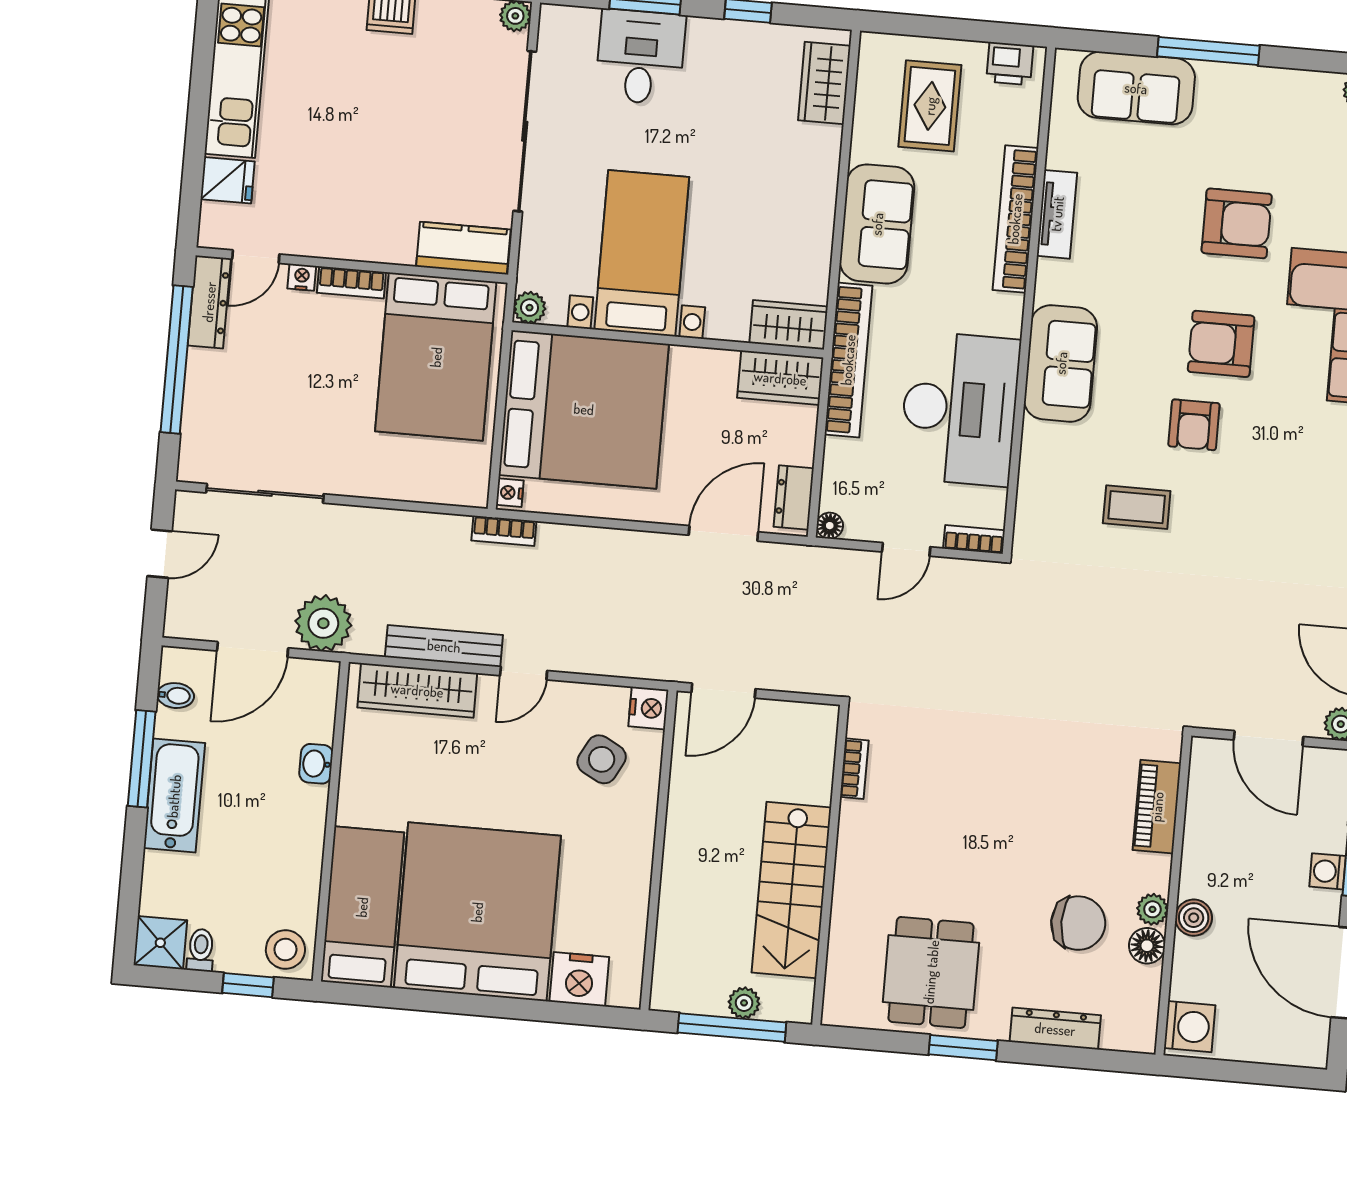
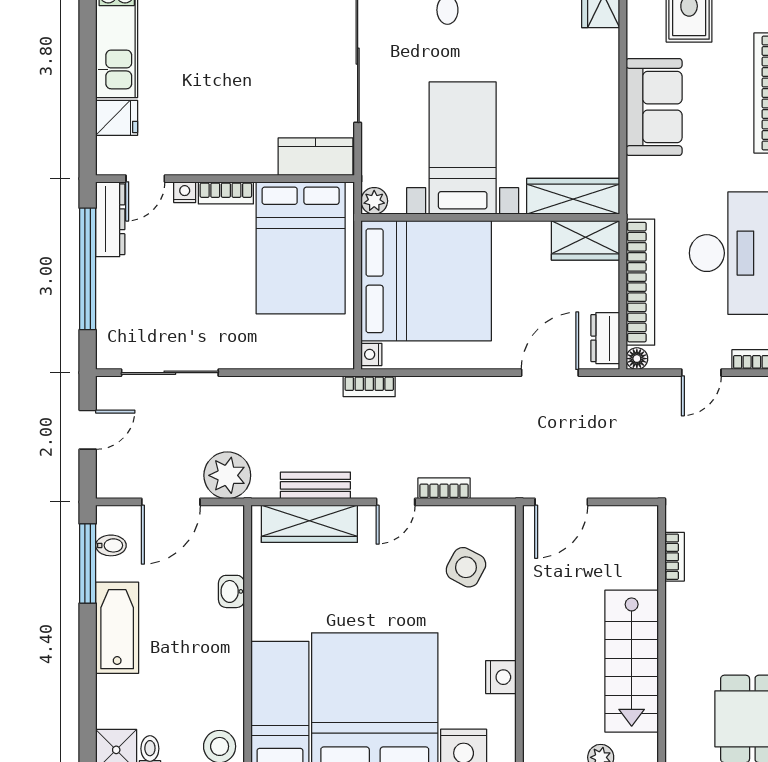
wardrobe: (789, 325) -> (573, 196), width x1.50
bookcase: (848, 360) -> (640, 282), moved
bench: (444, 646) -> (315, 485), width x0.73
bookcase: (583, 662) -> (444, 488), added
nightstand: (648, 708) -> (501, 677), moved
window: (142, 759) -> (88, 563), moved

